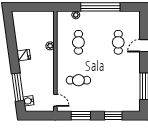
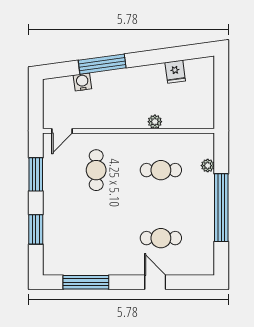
fridge: (24, 55) -> (175, 72), moved
window: (18, 87) -> (102, 64), moved
water cooler: (29, 101) -> (82, 82), moved

